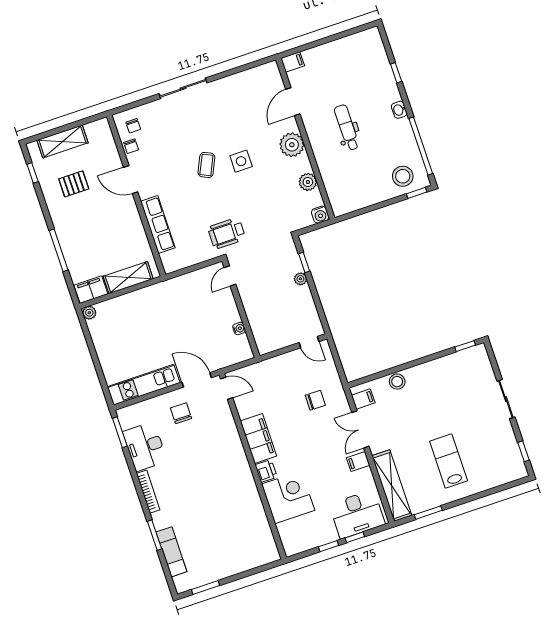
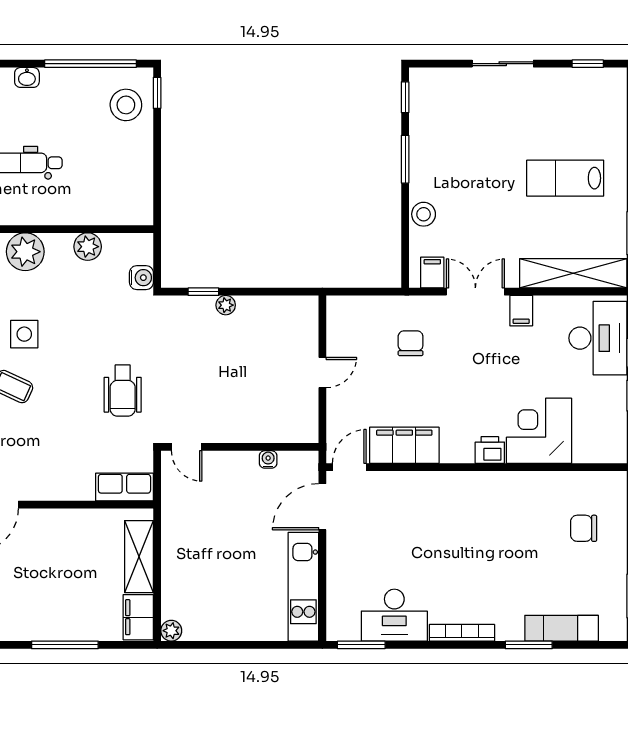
water cooler: (320, 215) -> (141, 278), moved
row of seats: (158, 225) -> (124, 487), moved, width x0.68
door: (230, 276) -> (187, 447), moved
wall: (241, 309) -> (240, 447), moved
water cooler: (239, 329) -> (268, 459), moved
door: (309, 342) -> (322, 372), moved
window: (427, 359) -> (405, 159), added
chair: (181, 413) -> (584, 528), moved
double door: (360, 429) -> (475, 292), swing flipped
filing cabinet: (258, 438) -> (404, 445), moved

